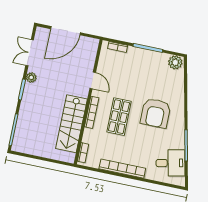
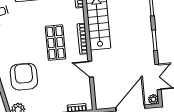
plant: (31, 77) -> (153, 99), moved
armchair: (156, 113) -> (24, 77), moved

